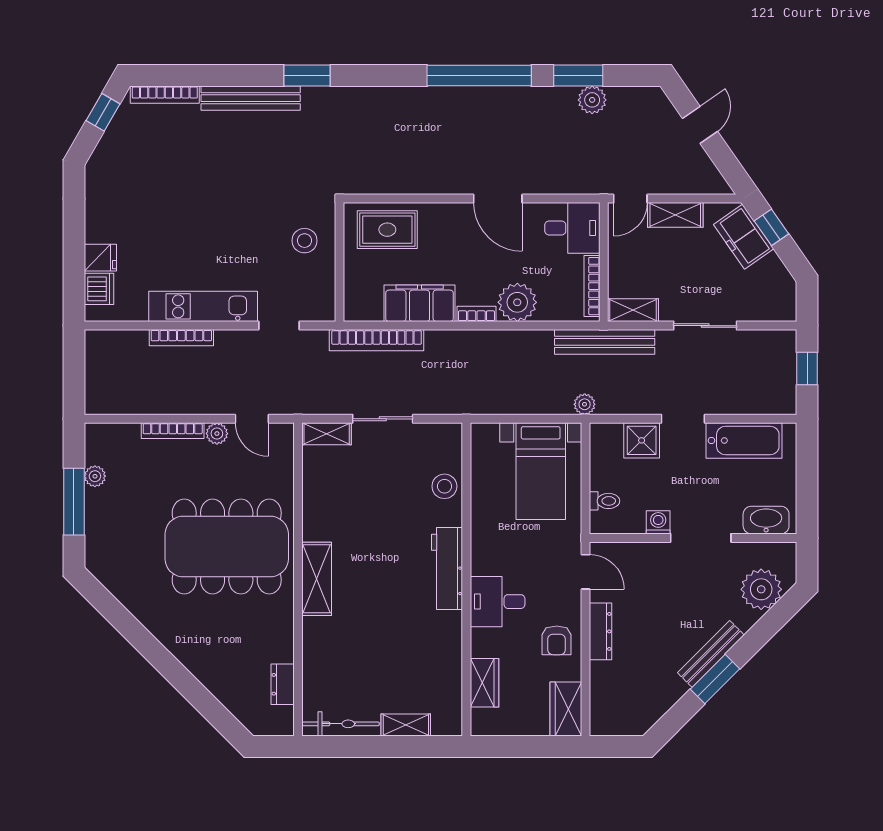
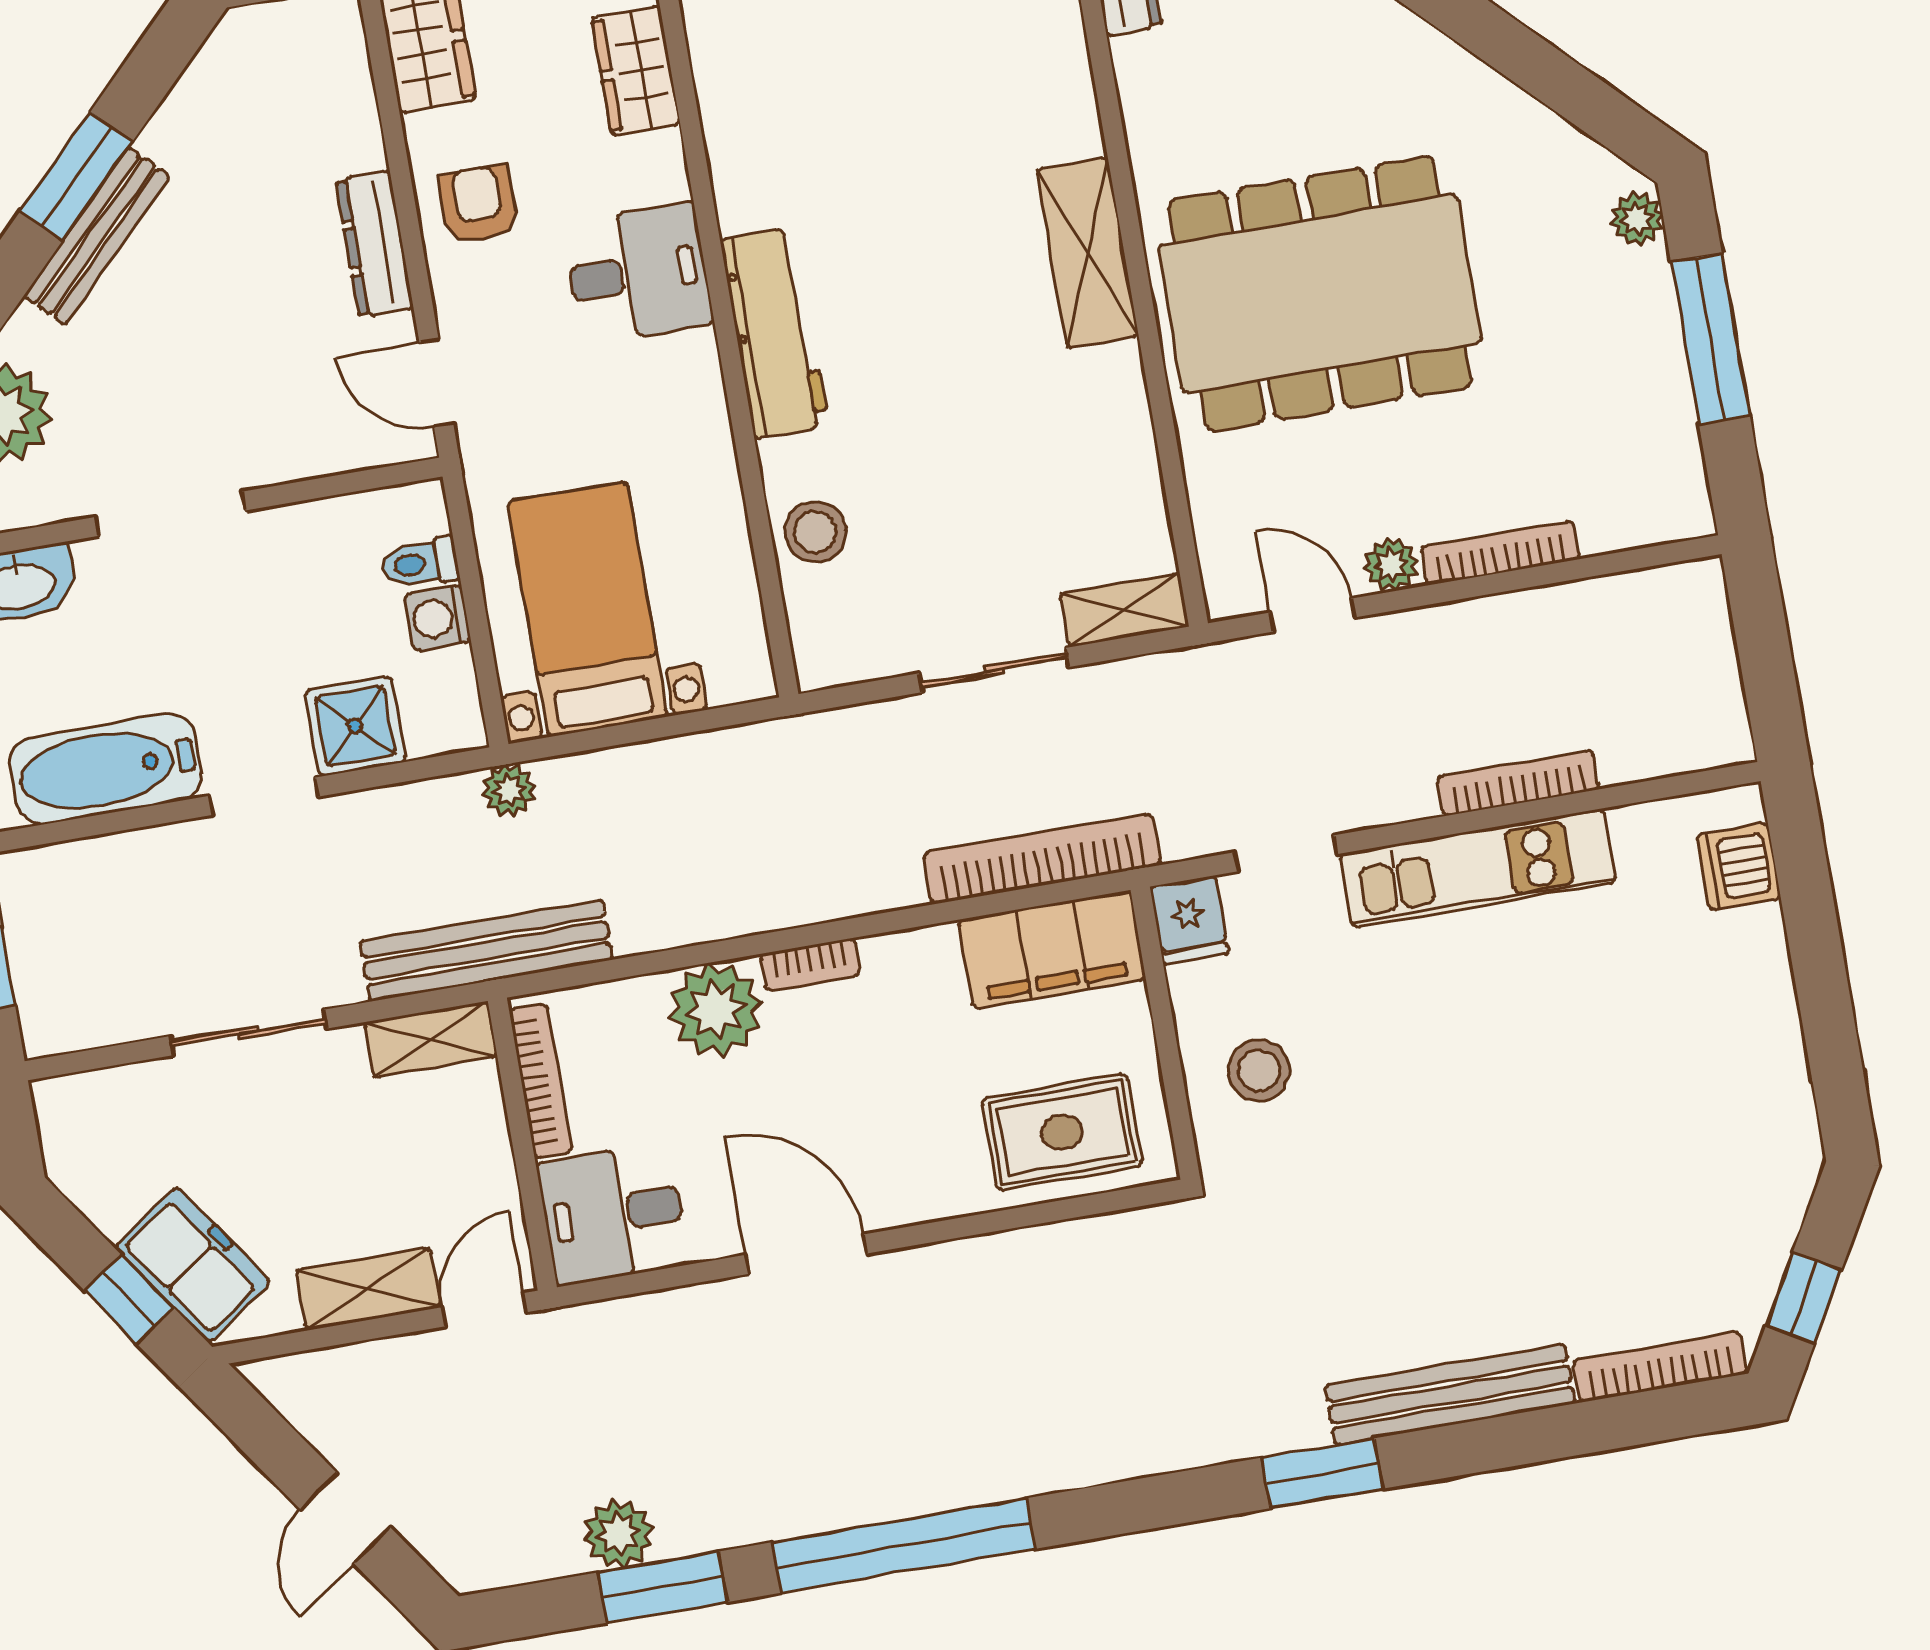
fridge: (100, 258) -> (1189, 920), moved, turned -90
filing cabinet: (420, 303) -> (1052, 949), moved
plant: (95, 476) -> (1637, 219), moved
washing machine: (658, 522) -> (438, 618), moved, turned 90

